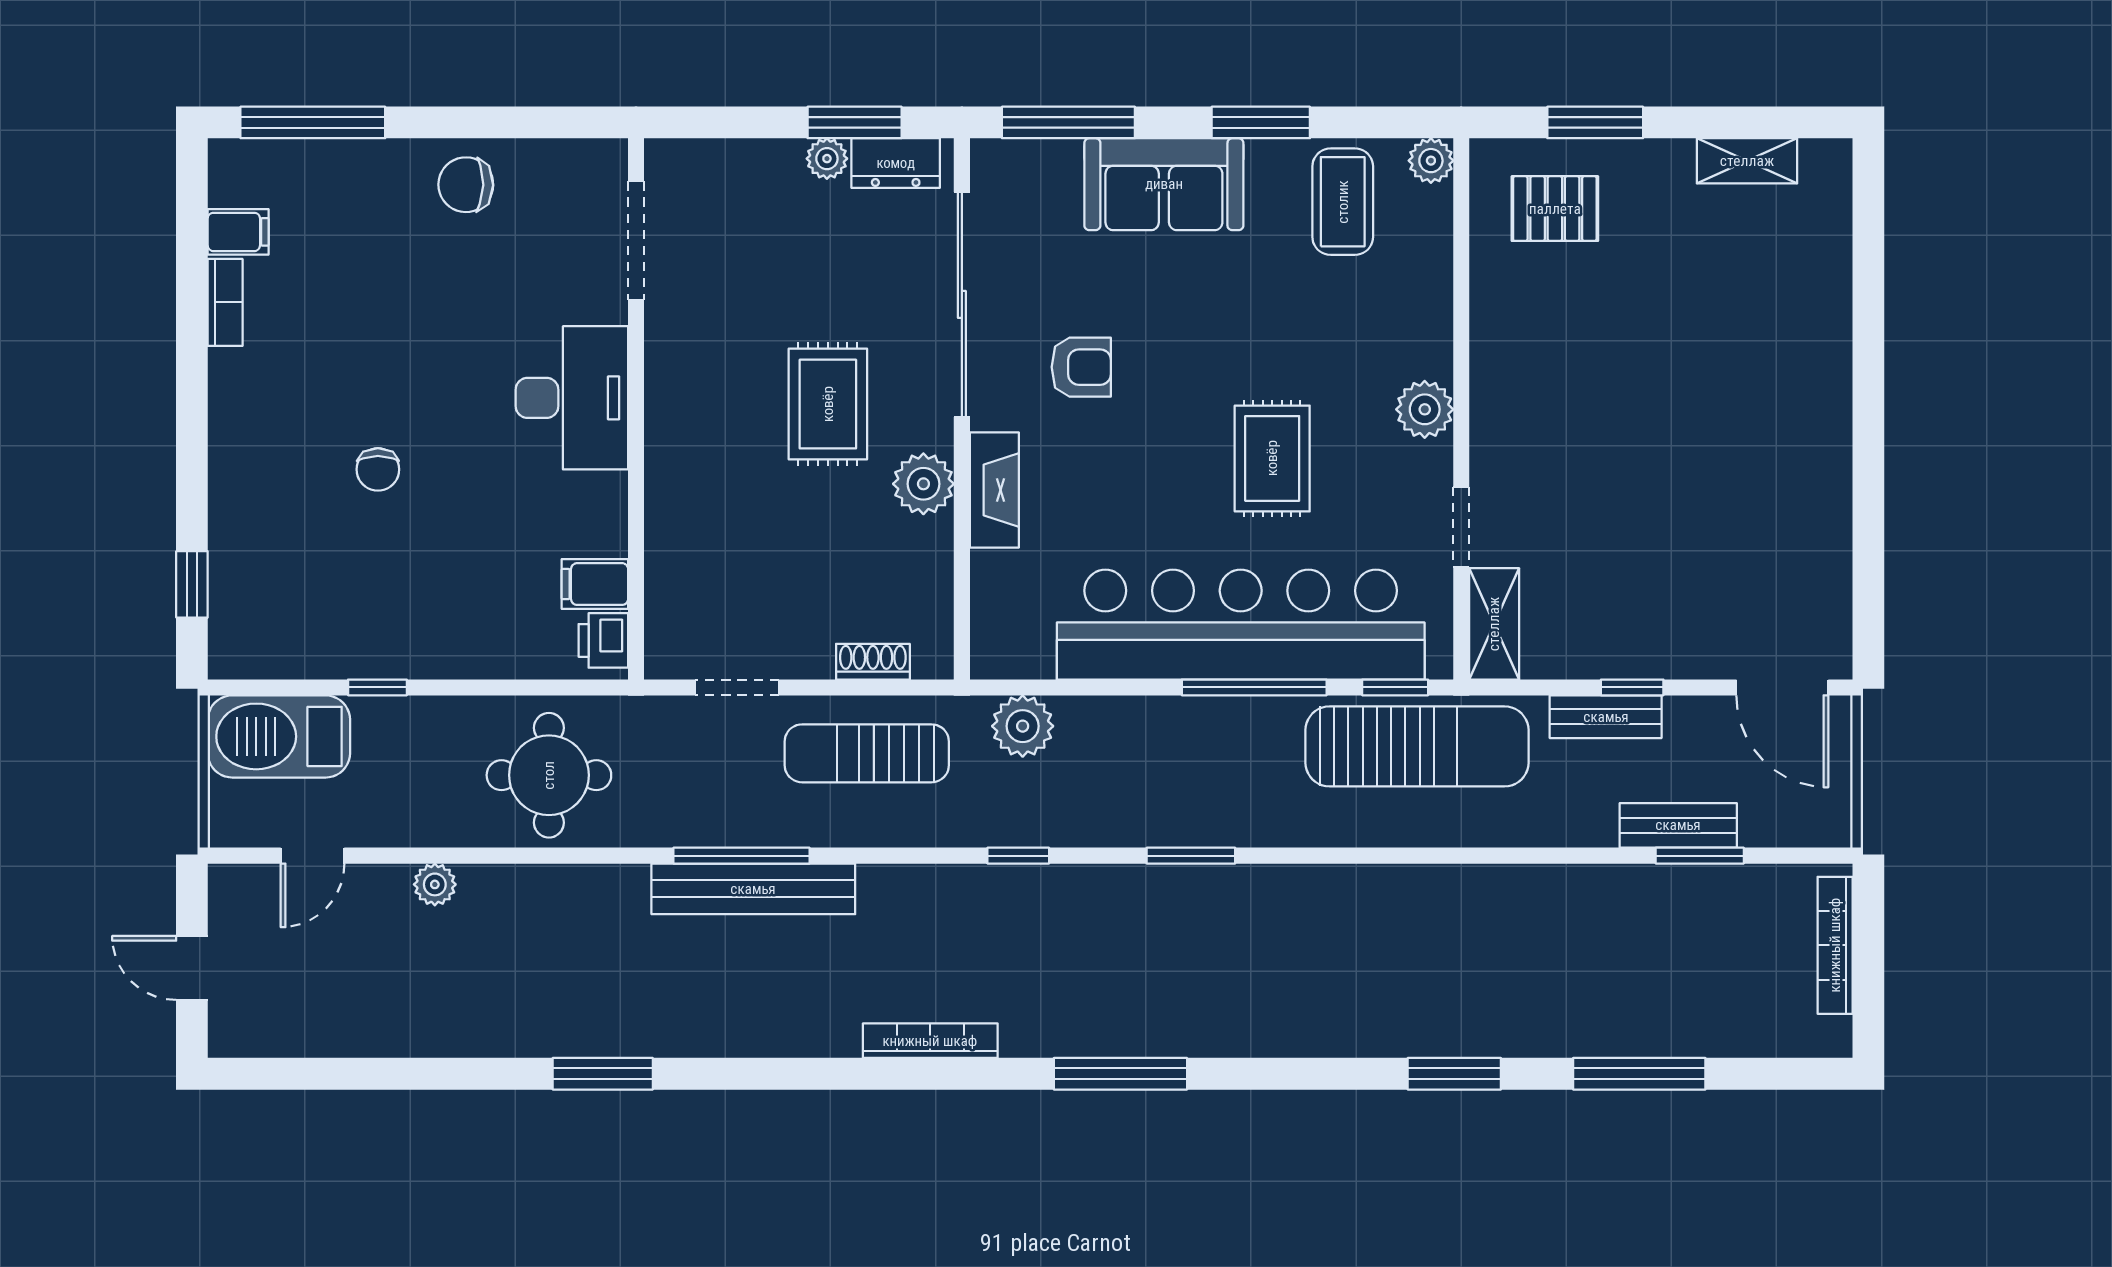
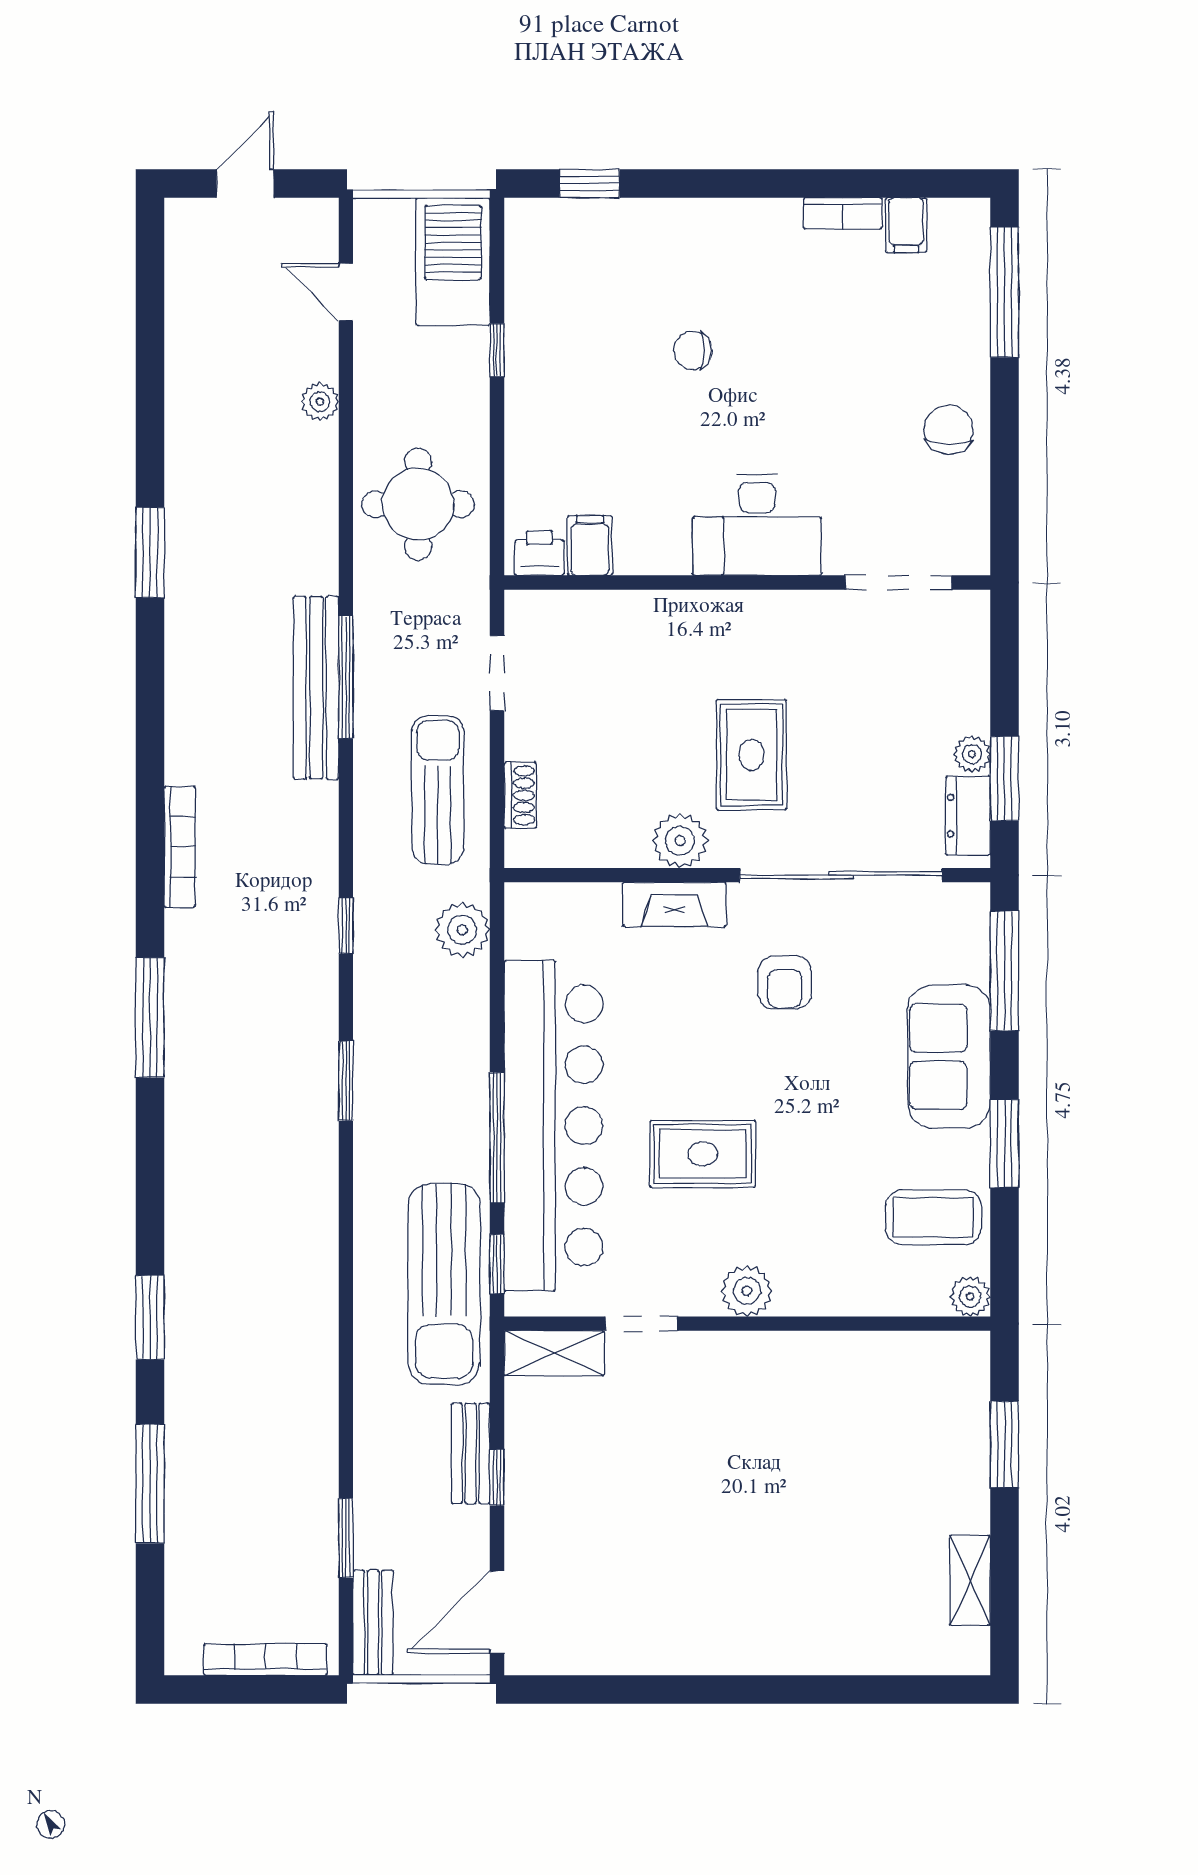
pallet: (1555, 209) -> (927, 1408), removed
rug: (828, 404) -> (752, 755), turned 90
bench: (1678, 825) -> (373, 1623), moved

